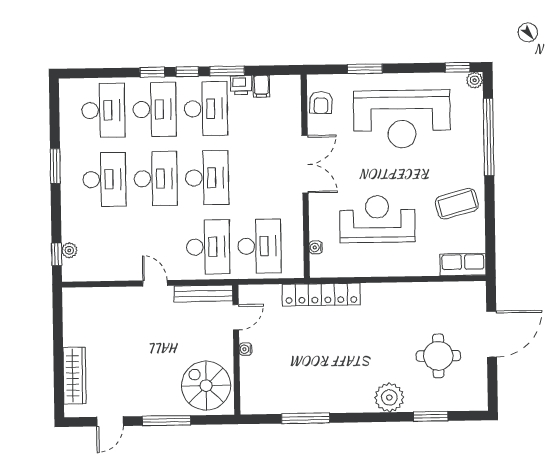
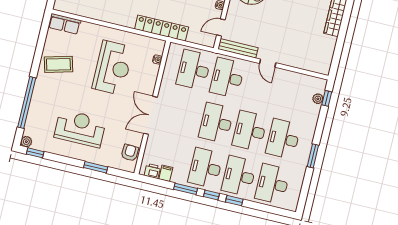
printer: (241, 85) -> (152, 171), moved
reception desk: (402, 119) -> (80, 128), width x0.74, depth x0.77
reception desk: (377, 219) -> (113, 68), turned -90

